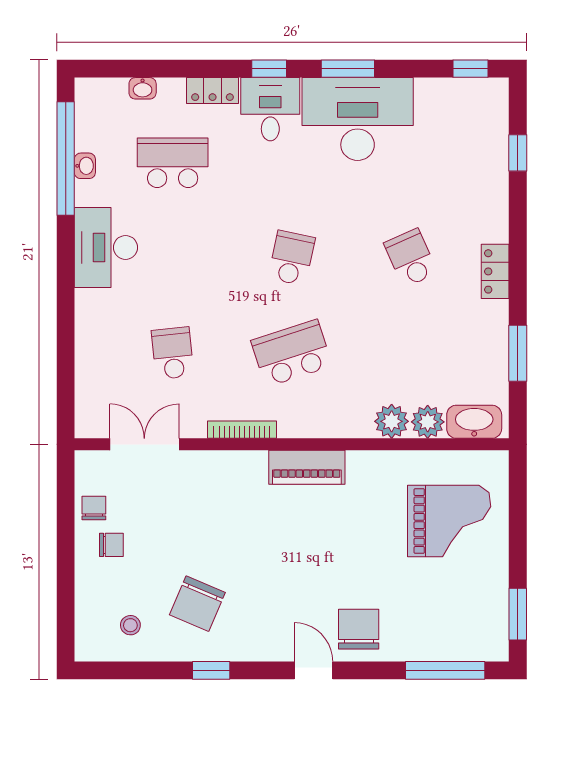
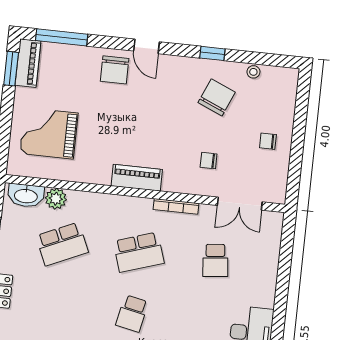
school desk: (411, 258) -> (62, 244), moved, width x1.85
plant: (392, 421) -> (79, 201), removed
chair: (94, 508) -> (209, 161), moved, turned 90
stool: (130, 625) -> (253, 72), moved
piano: (493, 625) -> (28, 63), added

